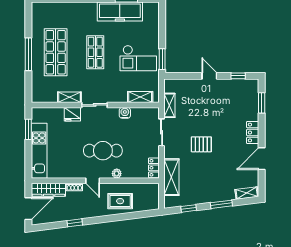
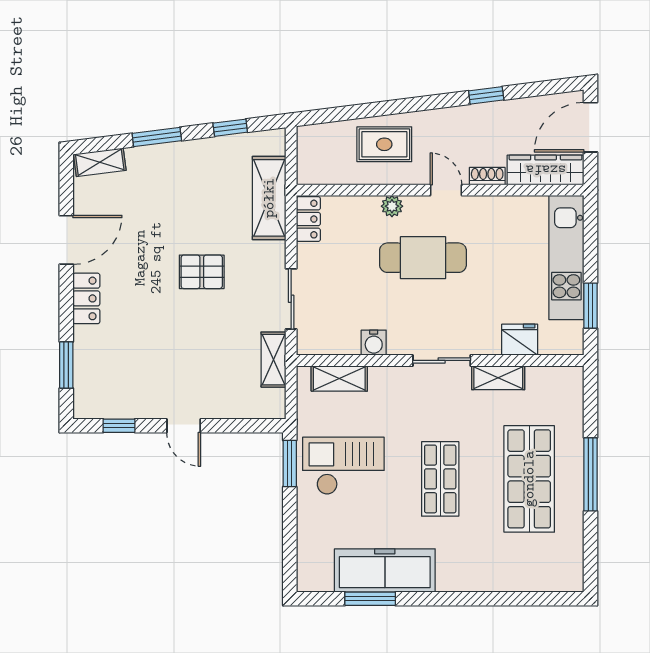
fridge: (72, 114) -> (520, 340), moved

